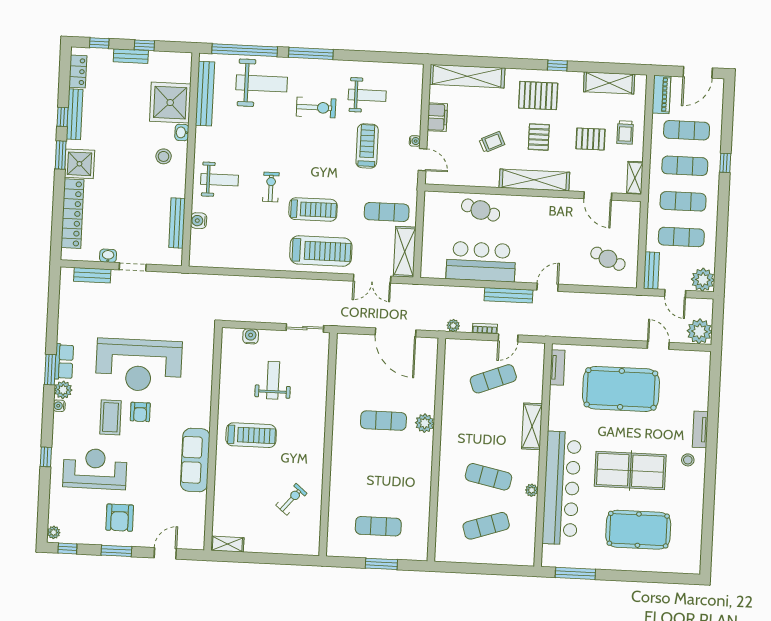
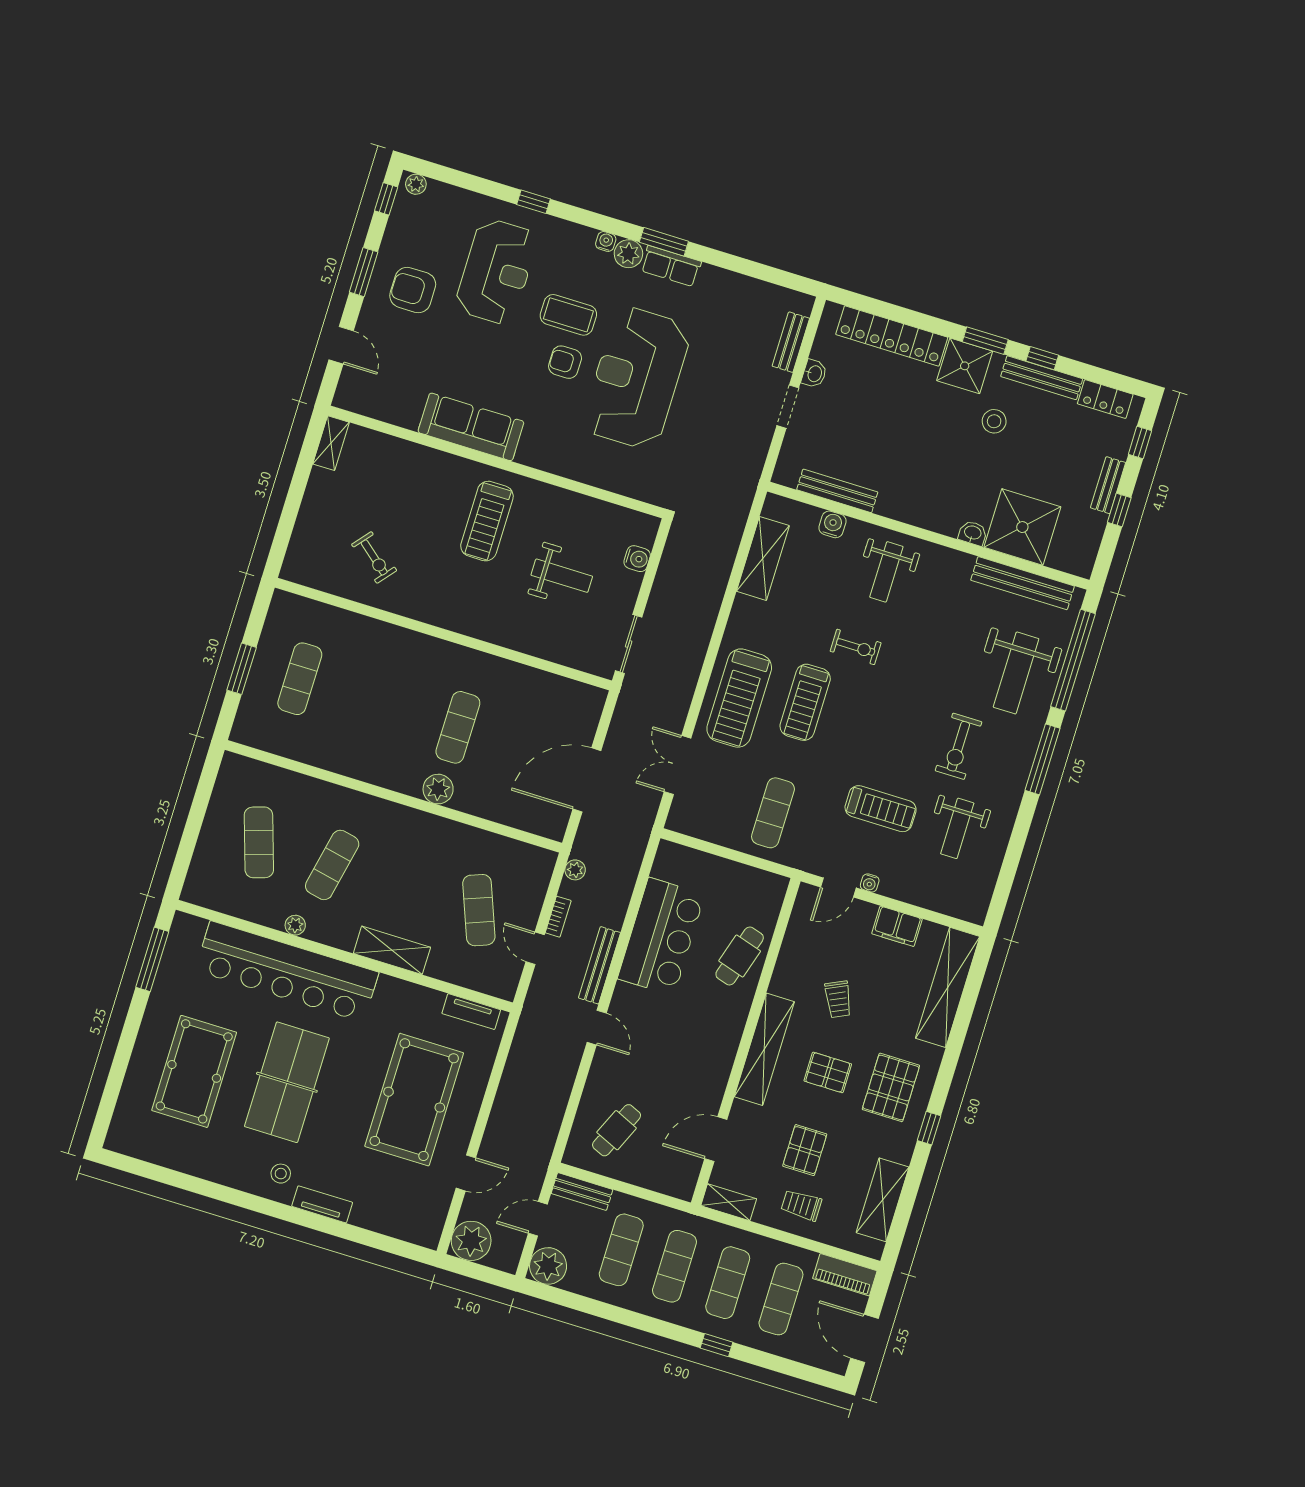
stool: (164, 156) -> (994, 421), moved
shelving: (405, 252) -> (763, 558), moved, turned 90

